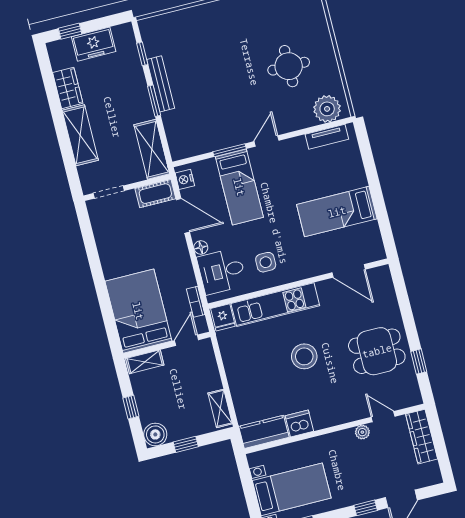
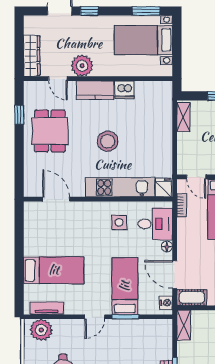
shelving: (152, 149) -> (184, 325), width x0.67, depth x0.75
bed: (337, 212) -> (54, 270), moved
door: (187, 340) -> (196, 177), hinge flipped
dining table: (377, 351) -> (50, 131), turned 90
kitchen counter: (264, 432) -> (95, 90), moved
plant: (362, 432) -> (82, 66), width x1.88, depth x1.88

